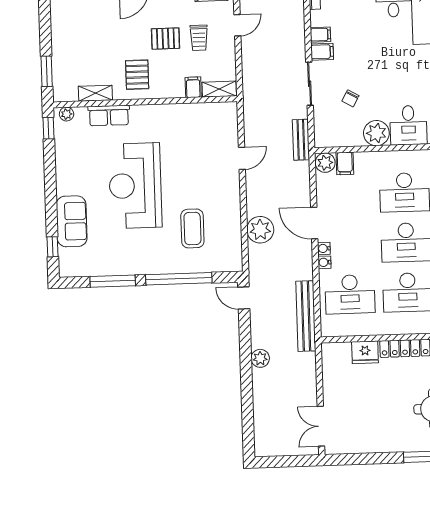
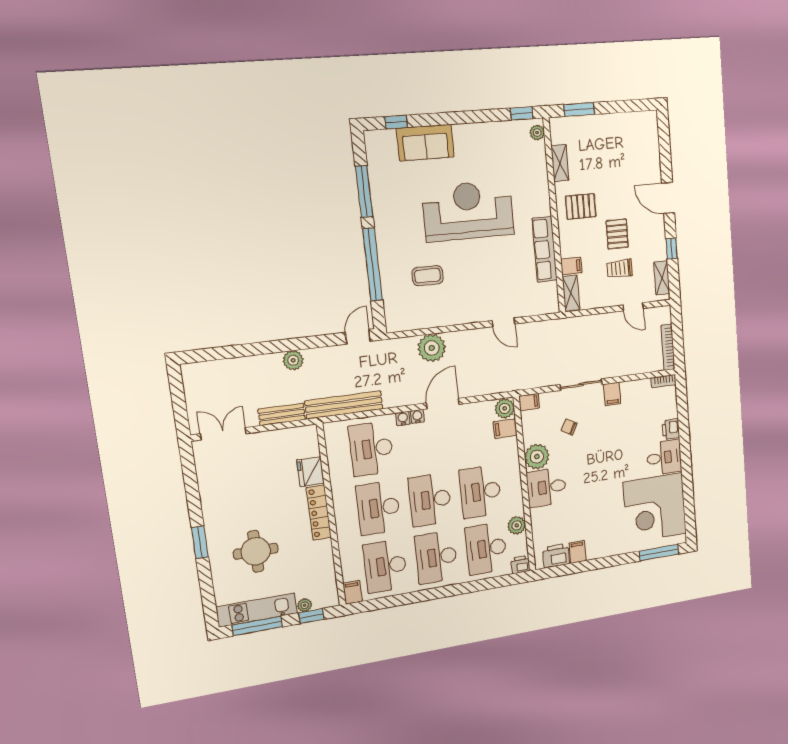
filing cabinet: (320, 35) -> (529, 402), moved, turned -90
row of seats: (109, 115) -> (545, 249), moved, width x1.48
bench: (301, 140) -> (282, 414), moved
coffee table: (192, 228) -> (428, 276), width x0.73, depth x0.77

